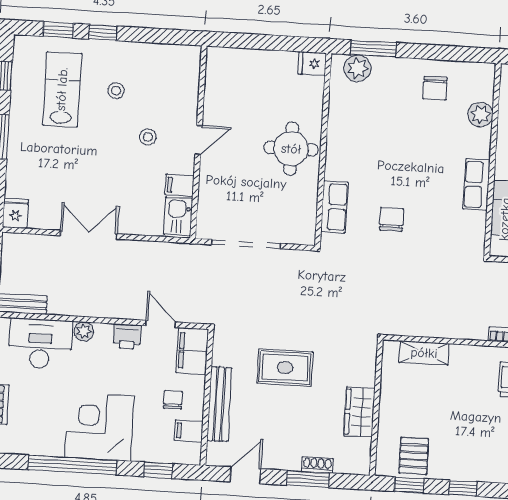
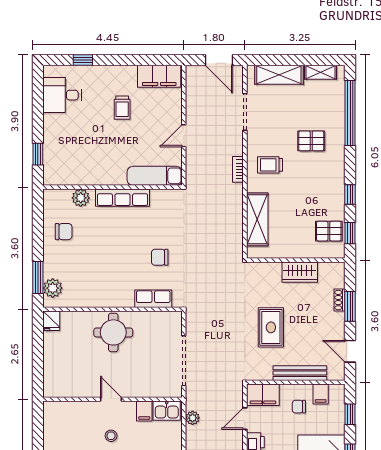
row of seats: (477, 185) -> (123, 198), width x1.48
plant: (166, 251) -> (193, 418), added
shelving: (424, 353) -> (257, 219), width x1.50, depth x1.33

